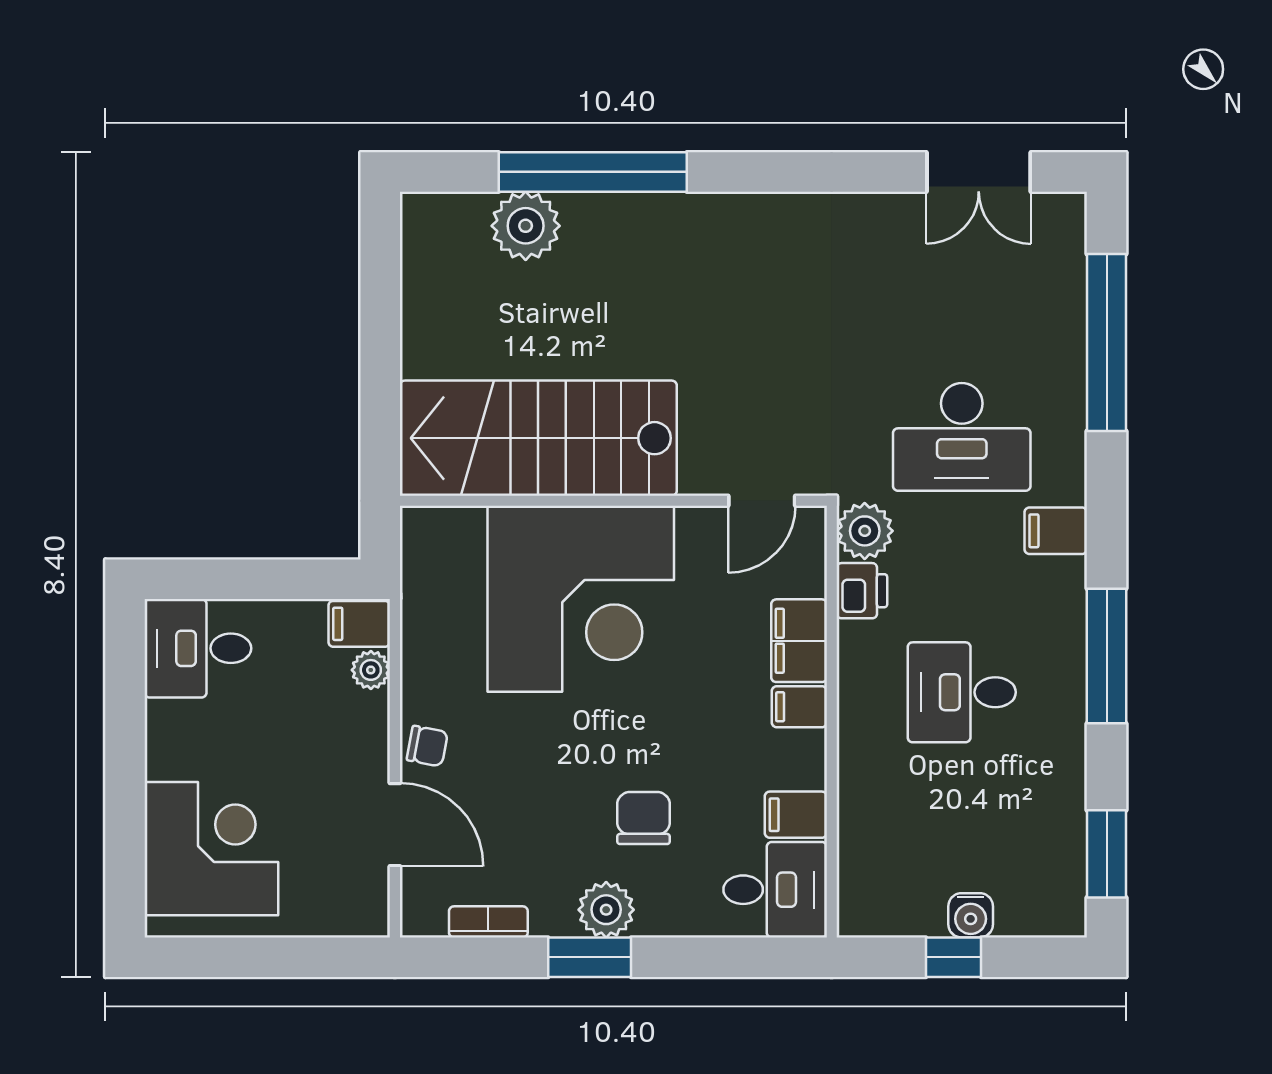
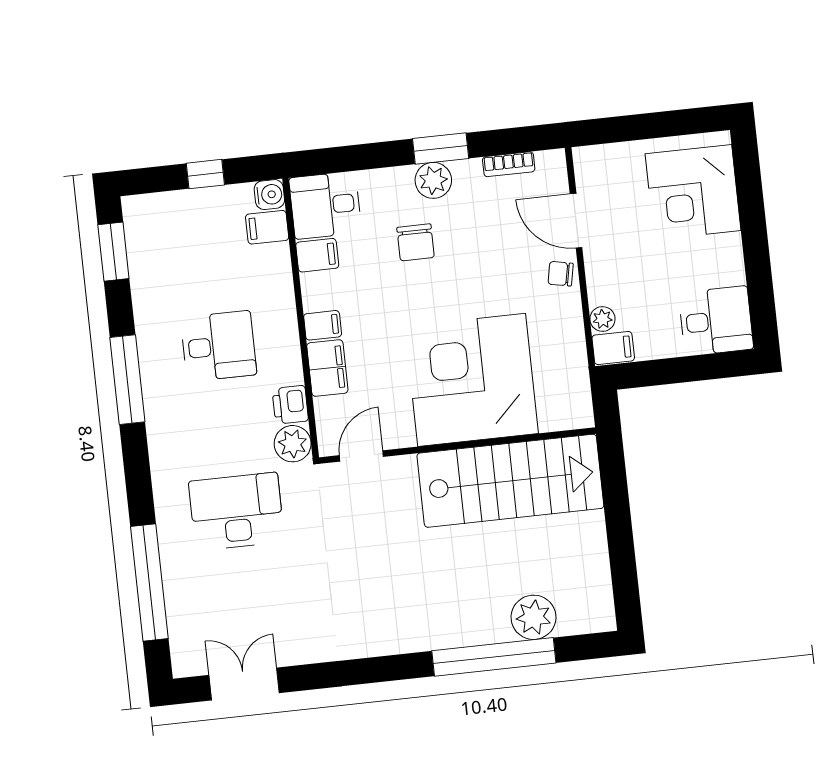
filing cabinet: (1056, 531) -> (267, 227), moved, turned 180
water cooler: (971, 915) -> (269, 195), moved, turned 90

